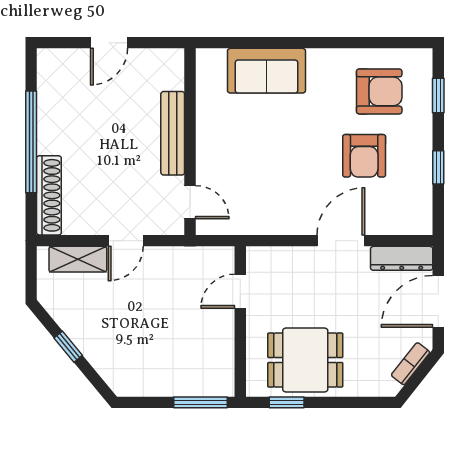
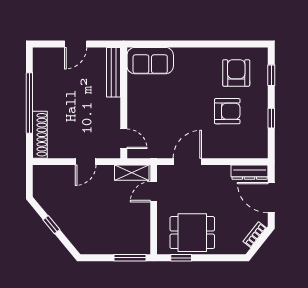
sofa: (266, 71) -> (150, 61), moved
armchair: (379, 91) -> (236, 73), turned -90
bench: (173, 133) -> (113, 72), moved
armchair: (364, 156) -> (227, 111), turned -90
door: (341, 241) -> (187, 162), moved
shelving: (78, 259) -> (132, 173), moved
door: (438, 301) -> (271, 198), hinge flipped

